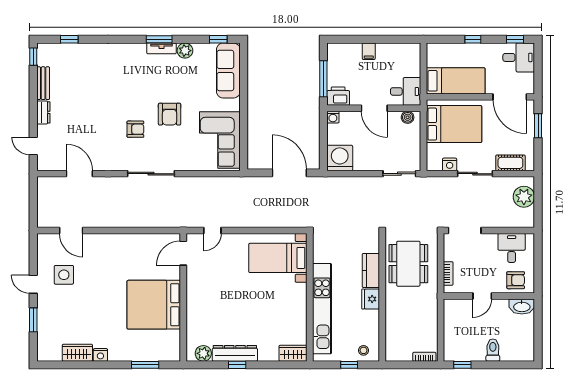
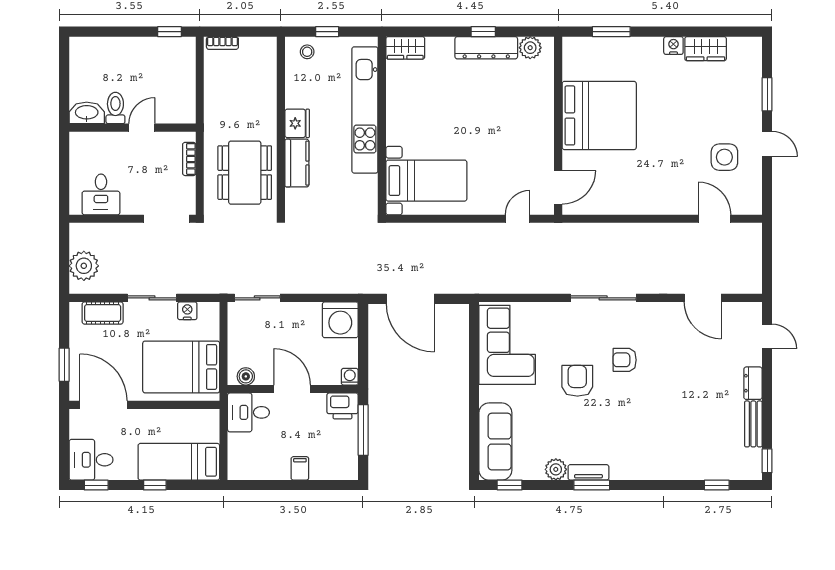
bed: (456, 81) -> (179, 462), moved
armchair: (516, 280) -> (95, 150), removed
toilet: (493, 350) -> (115, 108), moved, turned 180

